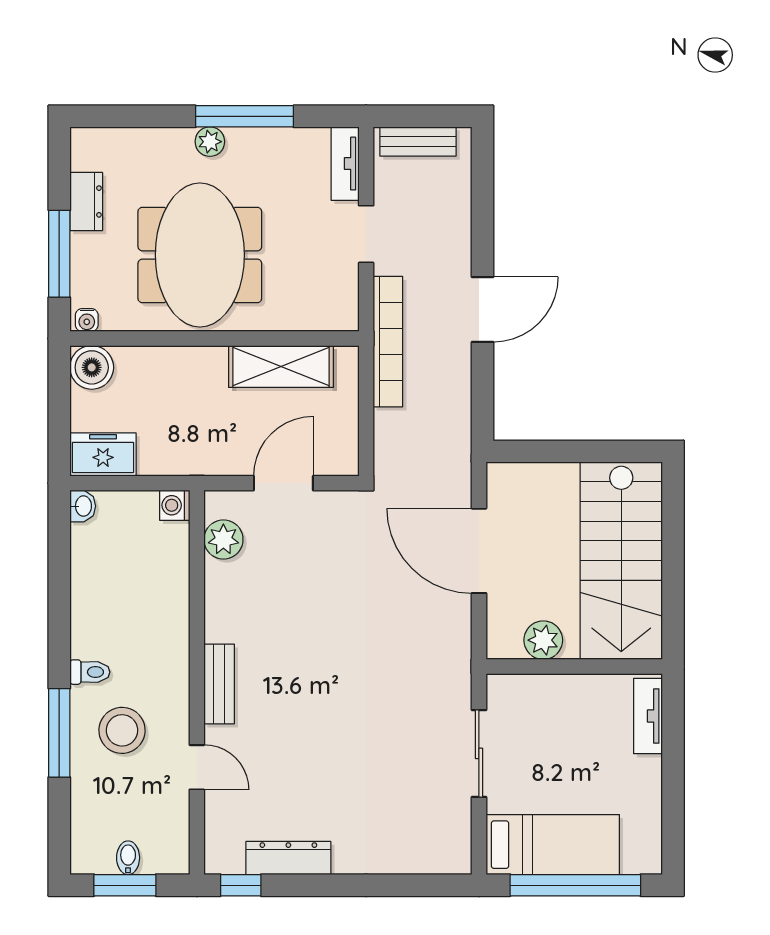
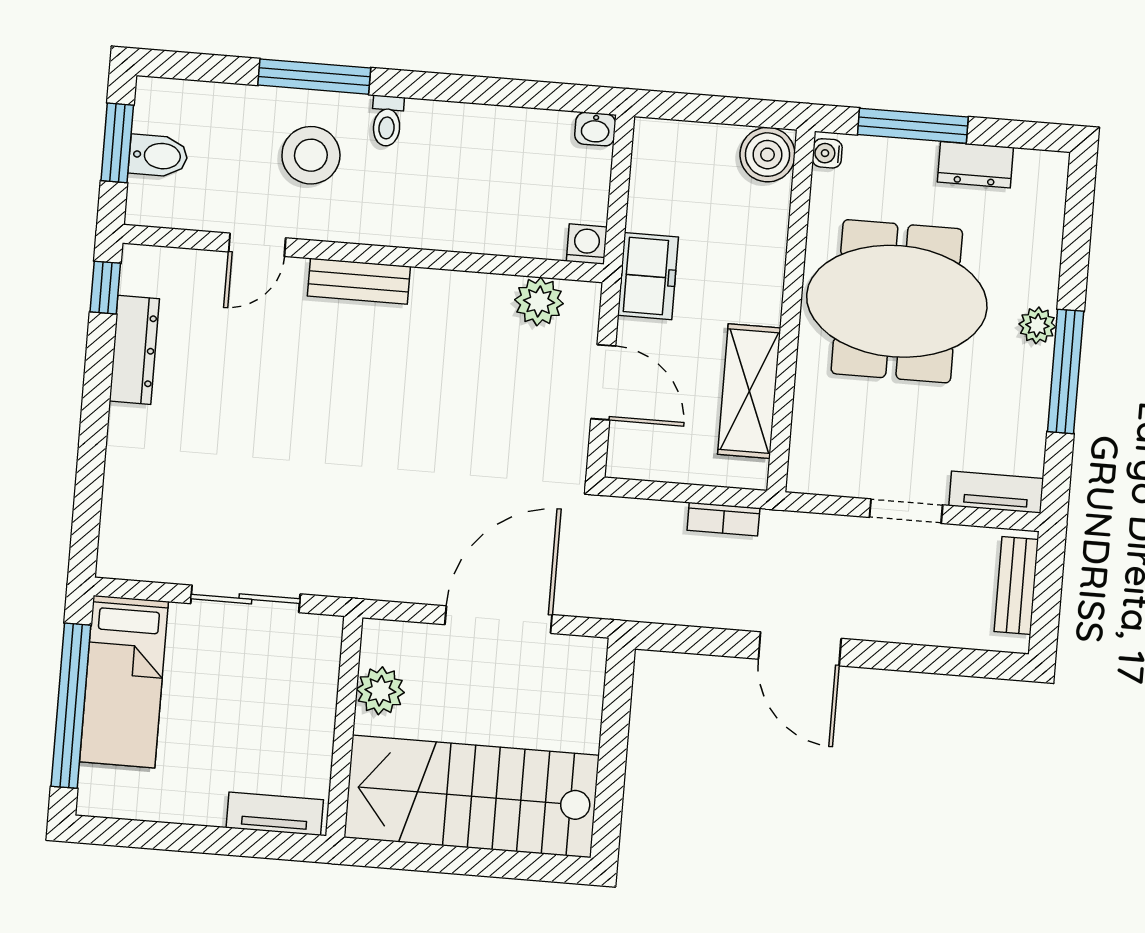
bookcase: (388, 342) -> (723, 519), width x0.43, depth x0.76
freezer: (103, 454) -> (648, 276), moved
bidet: (128, 858) -> (158, 156), width x1.38, depth x1.36

